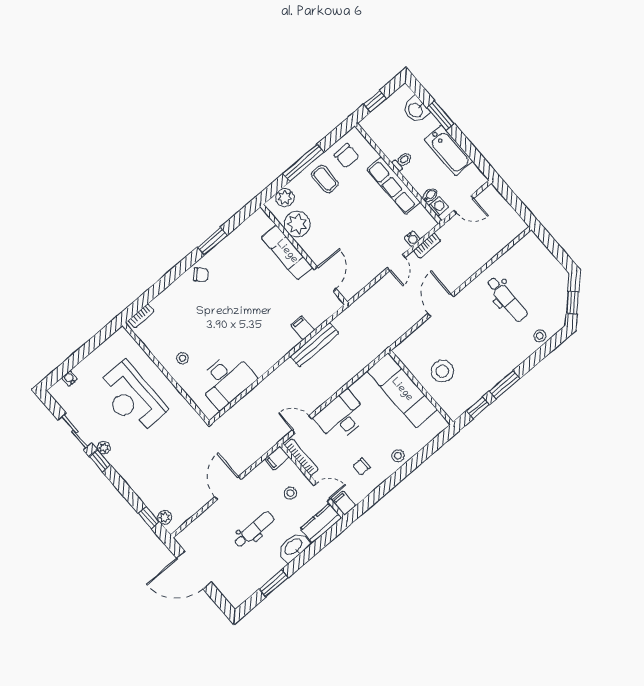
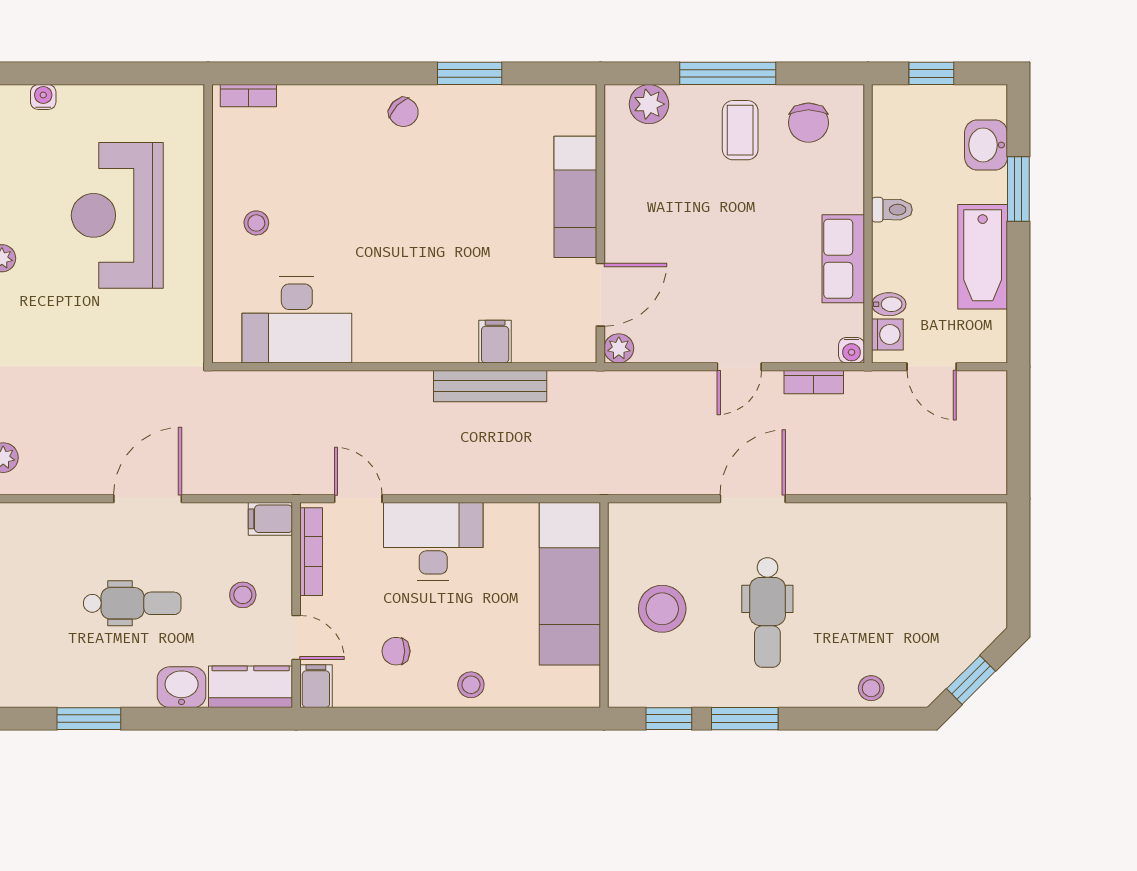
row of seats: (394, 186) -> (843, 259), width x0.68
plant: (297, 224) -> (619, 348), moved, width x0.53, depth x0.53
water cooler: (412, 239) -> (852, 350), moved
dental chair: (507, 299) -> (767, 613), moved
washbasin: (294, 547) -> (182, 687), width x0.72

